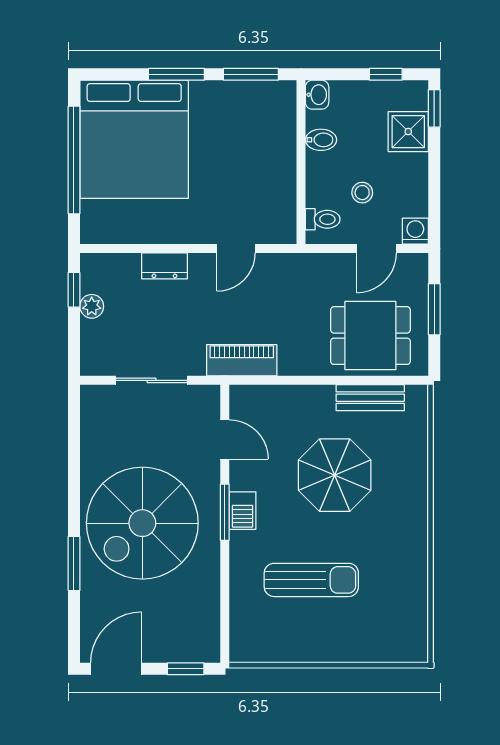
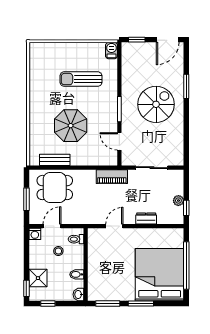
barbecue: (243, 511) -> (112, 51), moved
spiral stairs: (142, 523) -> (156, 104), width x0.73, depth x0.73

